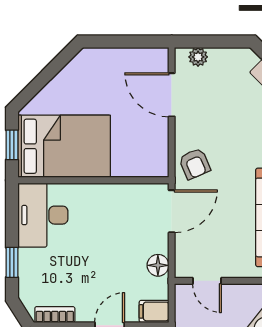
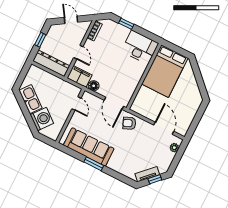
door: (172, 95) -> (164, 128), hinge flipped
window: (12, 145) -> (177, 49), removed
door: (207, 281) -> (76, 103), swing flipped
filing cabinet: (154, 311) -> (79, 77), width x2.00

